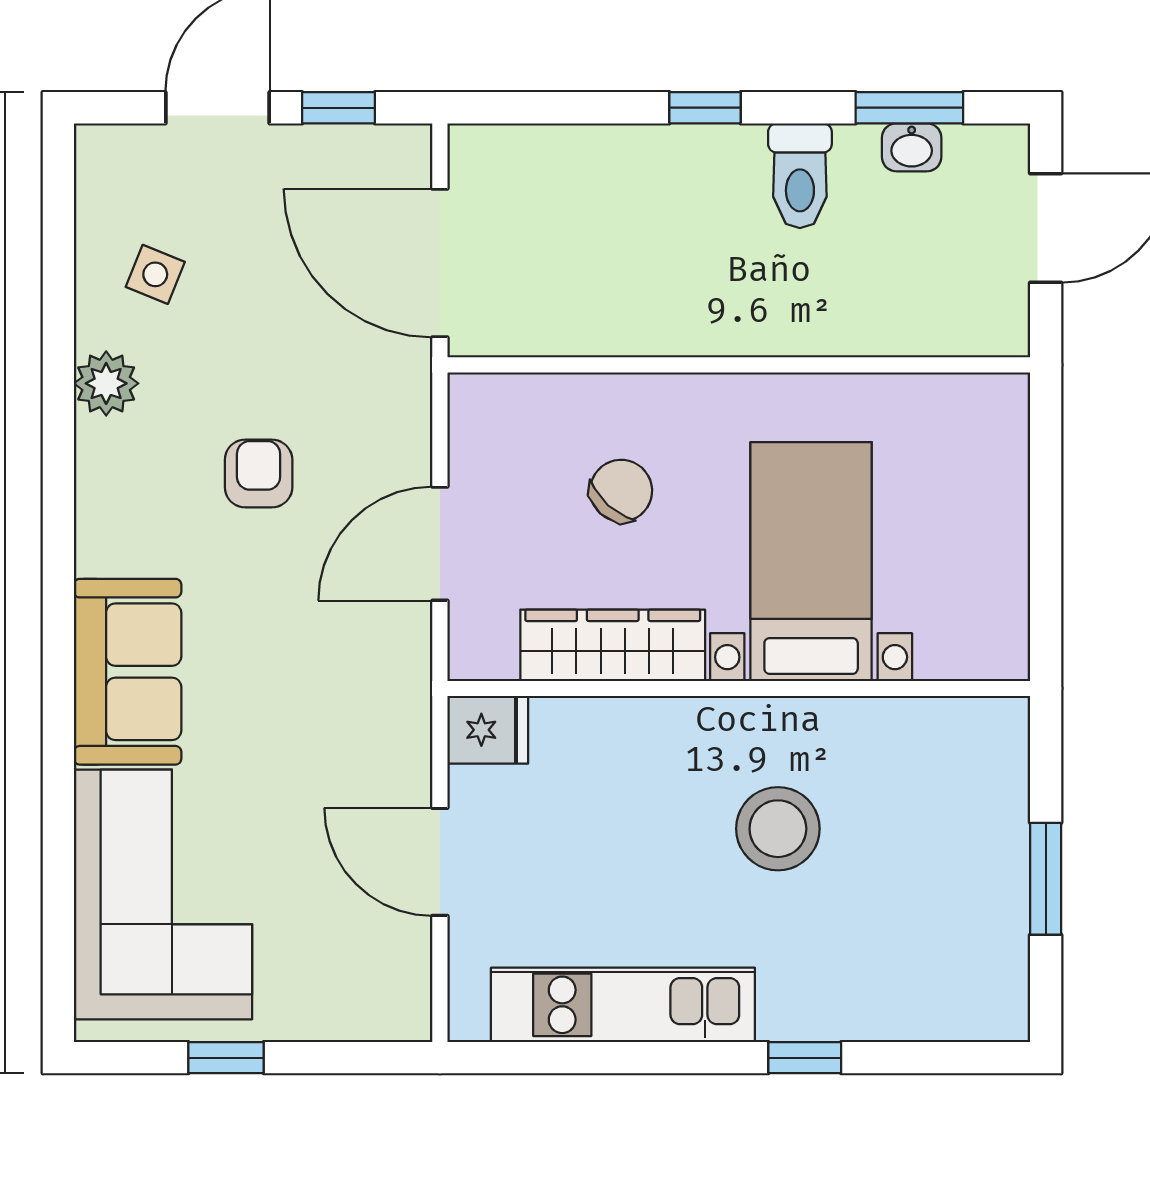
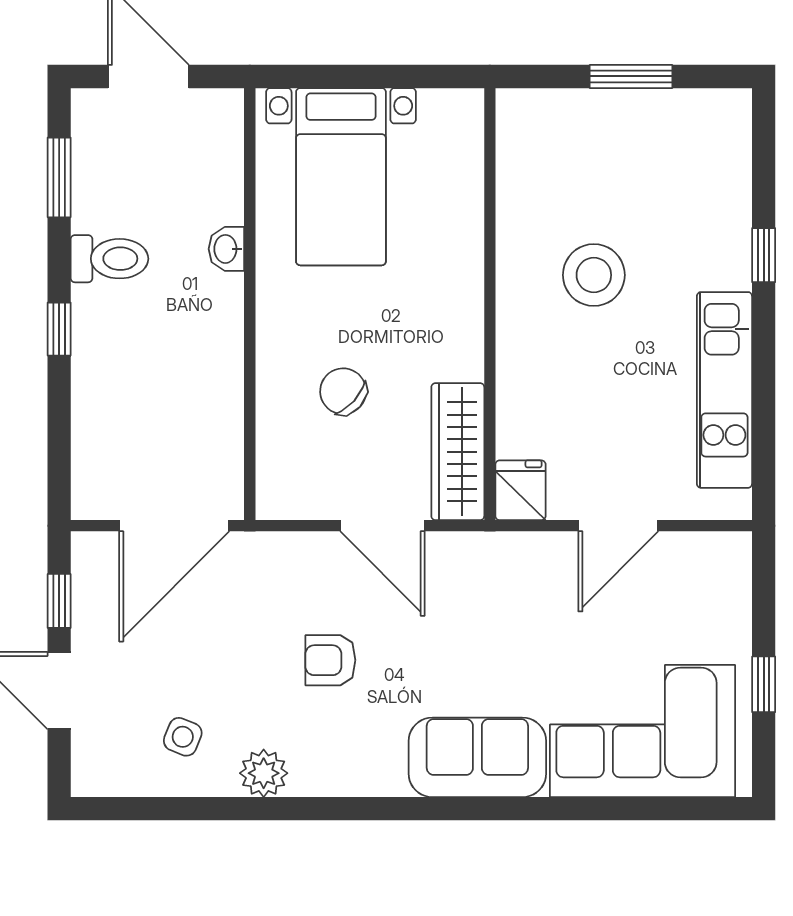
washbasin: (912, 147) -> (226, 249), moved, turned 180
bed with nightstands: (811, 562) -> (341, 177), moved, turned -90
wardrobe: (613, 645) -> (458, 452), moved

